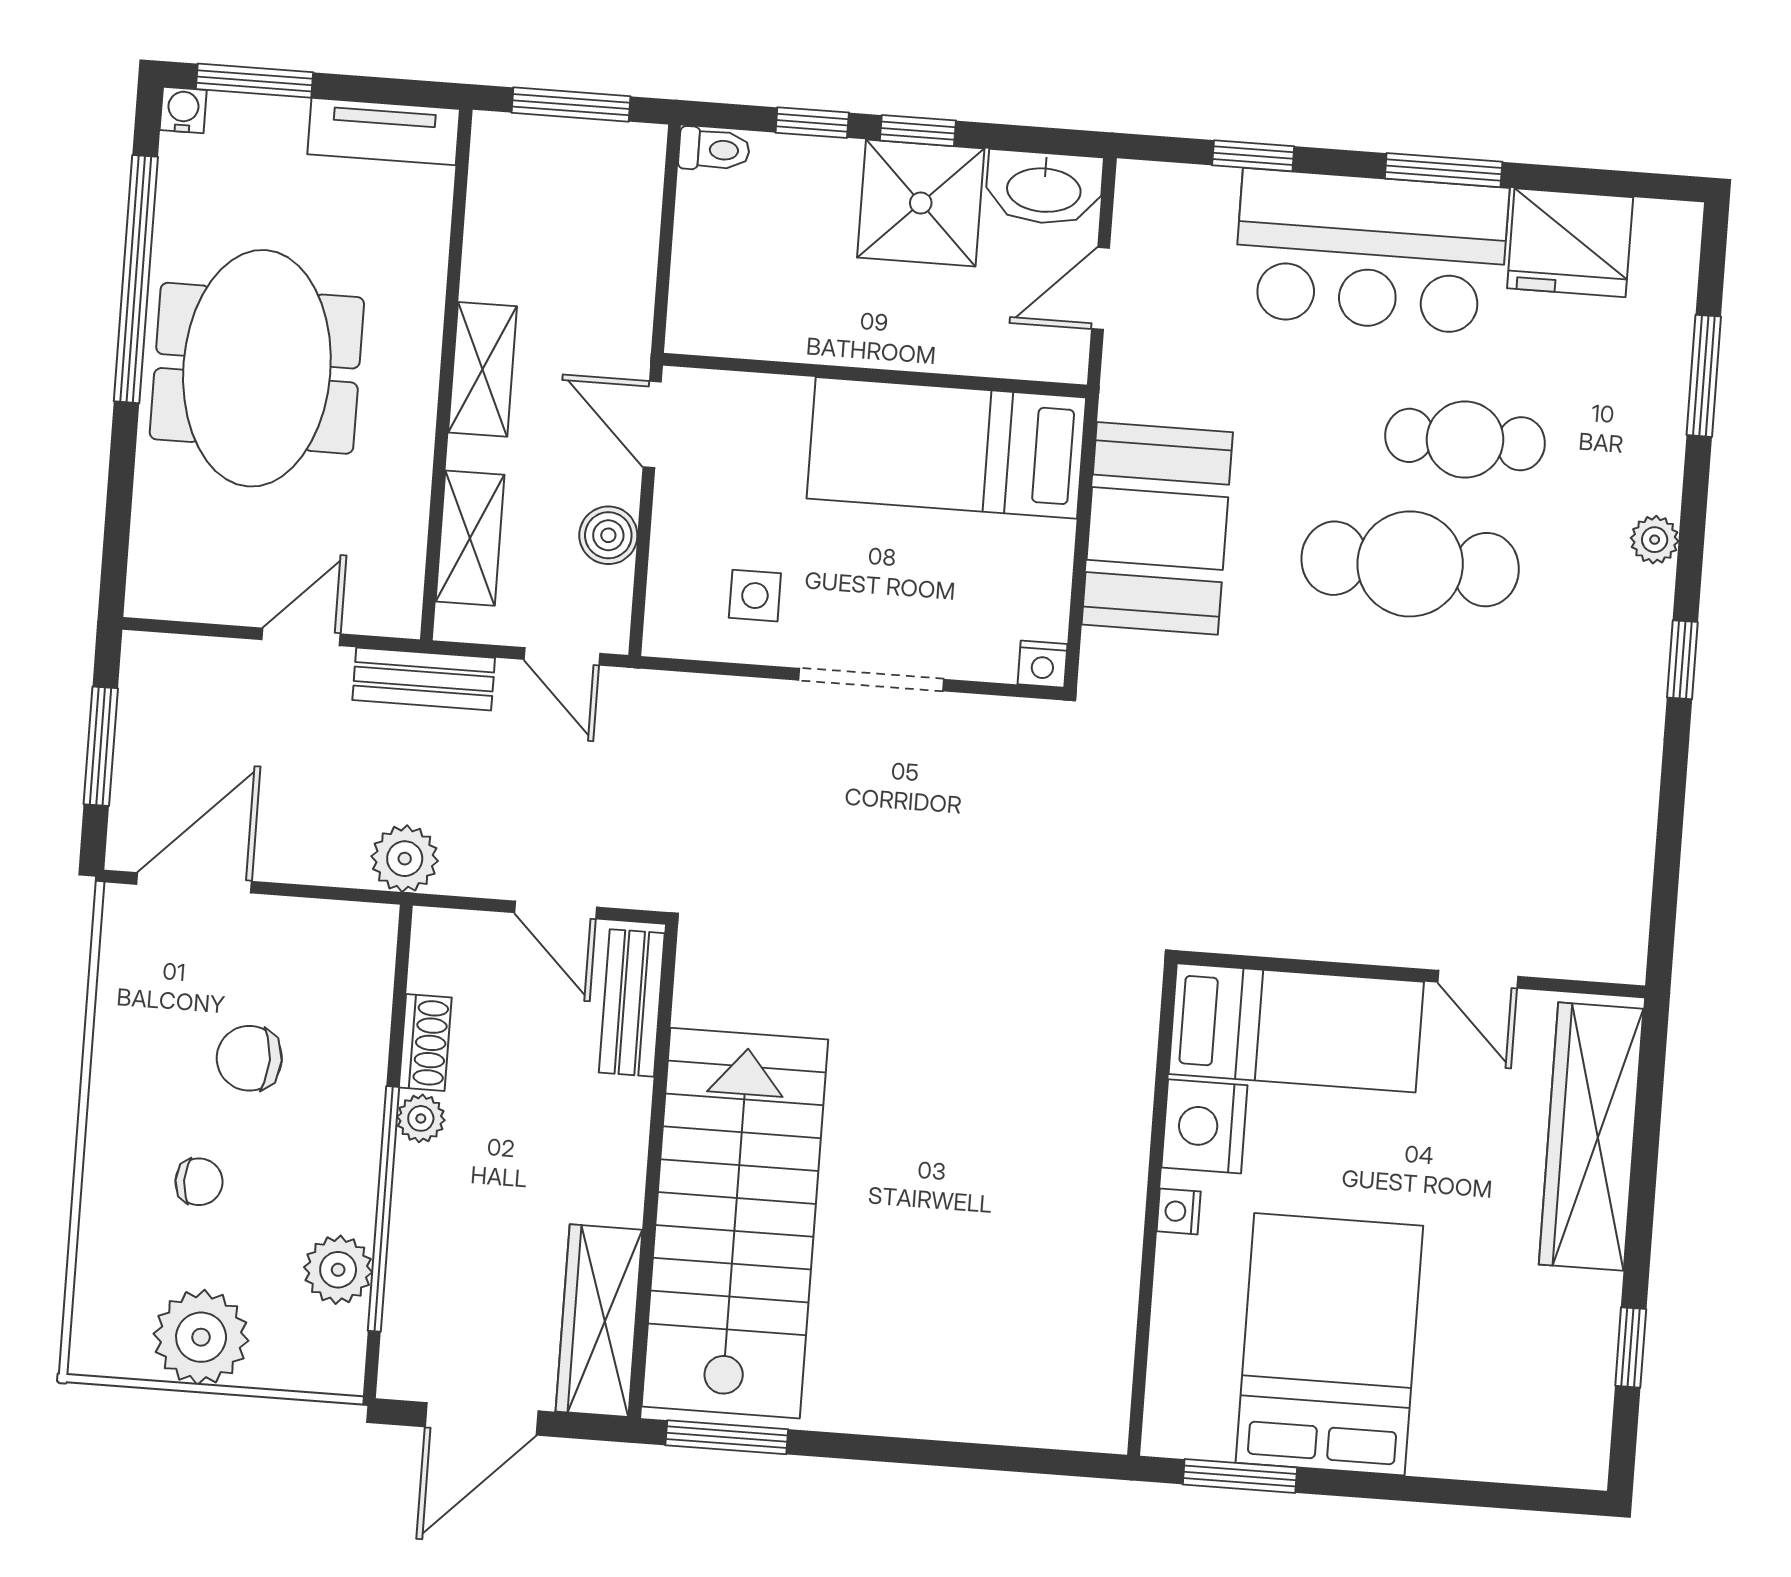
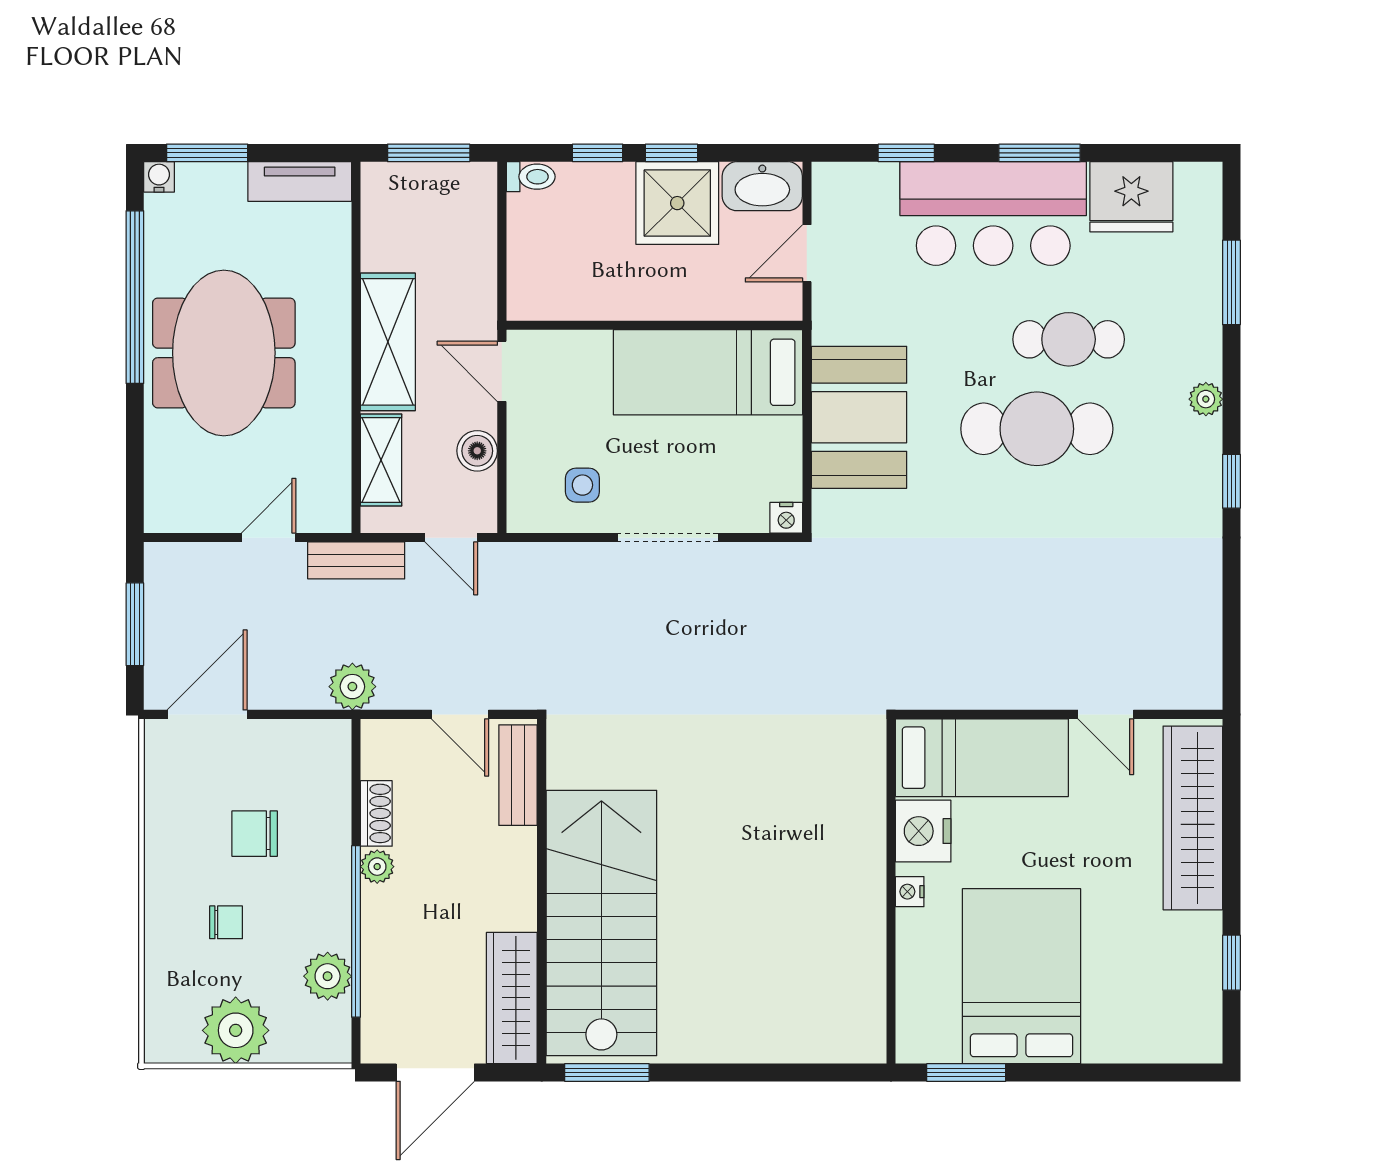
shelving: (483, 369) -> (388, 342), width x1.50, depth x1.33

